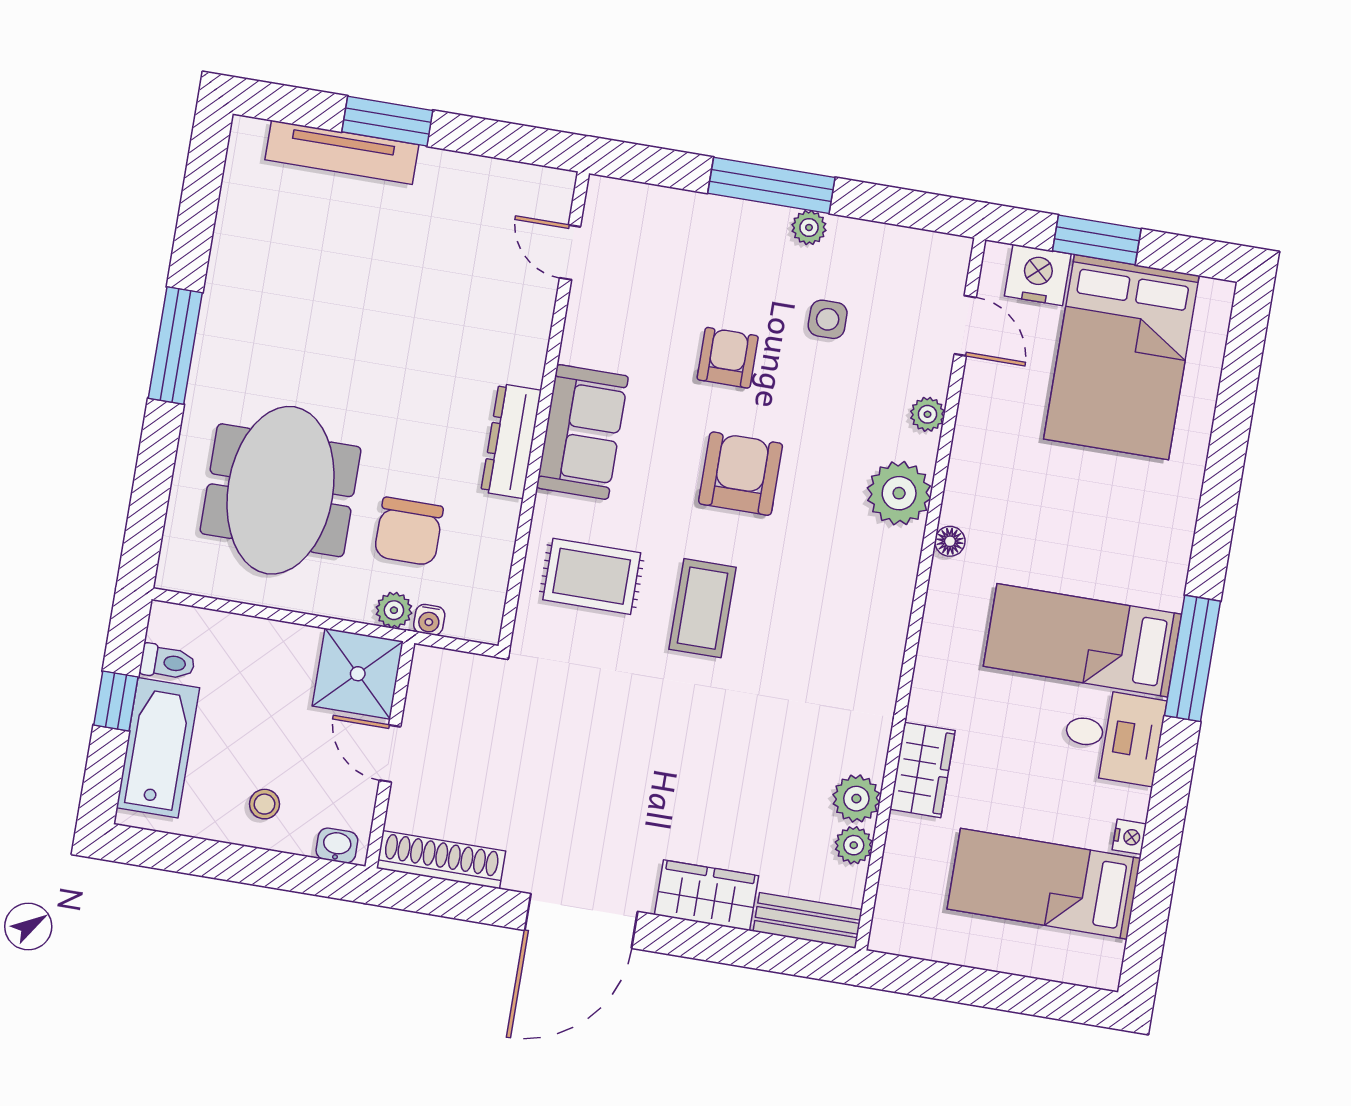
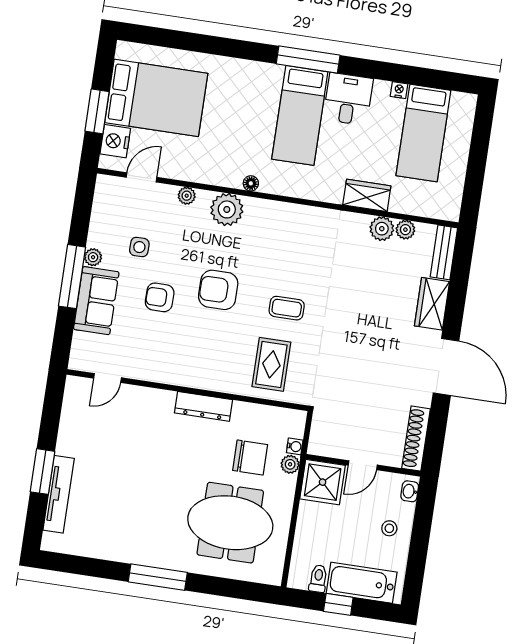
sofa: (582, 432) -> (96, 301), moved, turned 90
coffee table: (703, 608) -> (287, 308), width x0.73, depth x0.77

